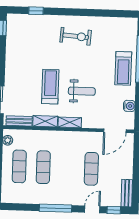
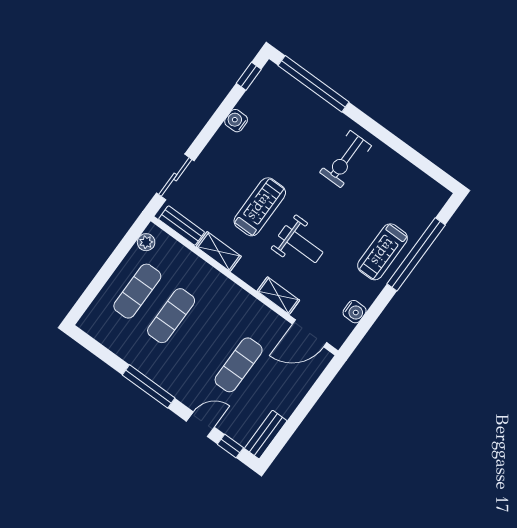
window: (36, 11) -> (313, 84), width x3.17
exercise bike: (76, 36) -> (346, 159), turned 86
water cooler: (11, 53) -> (236, 121), added
shelving: (70, 122) -> (278, 296), moved

